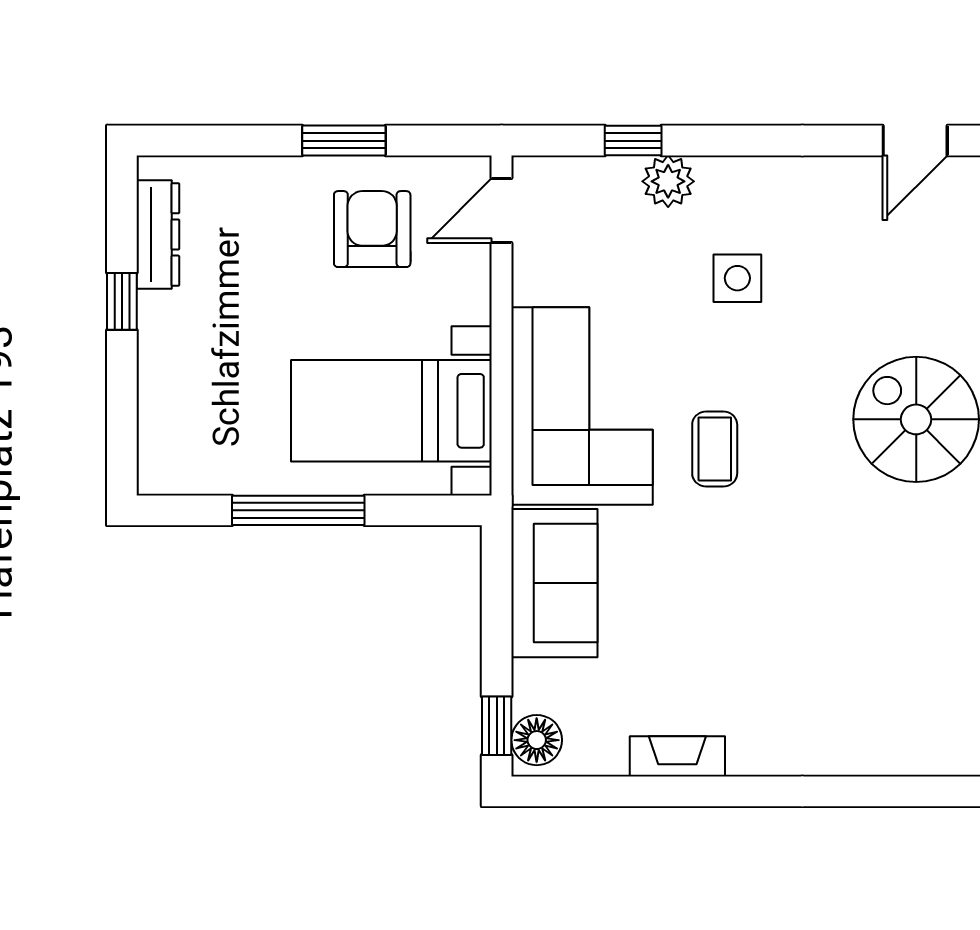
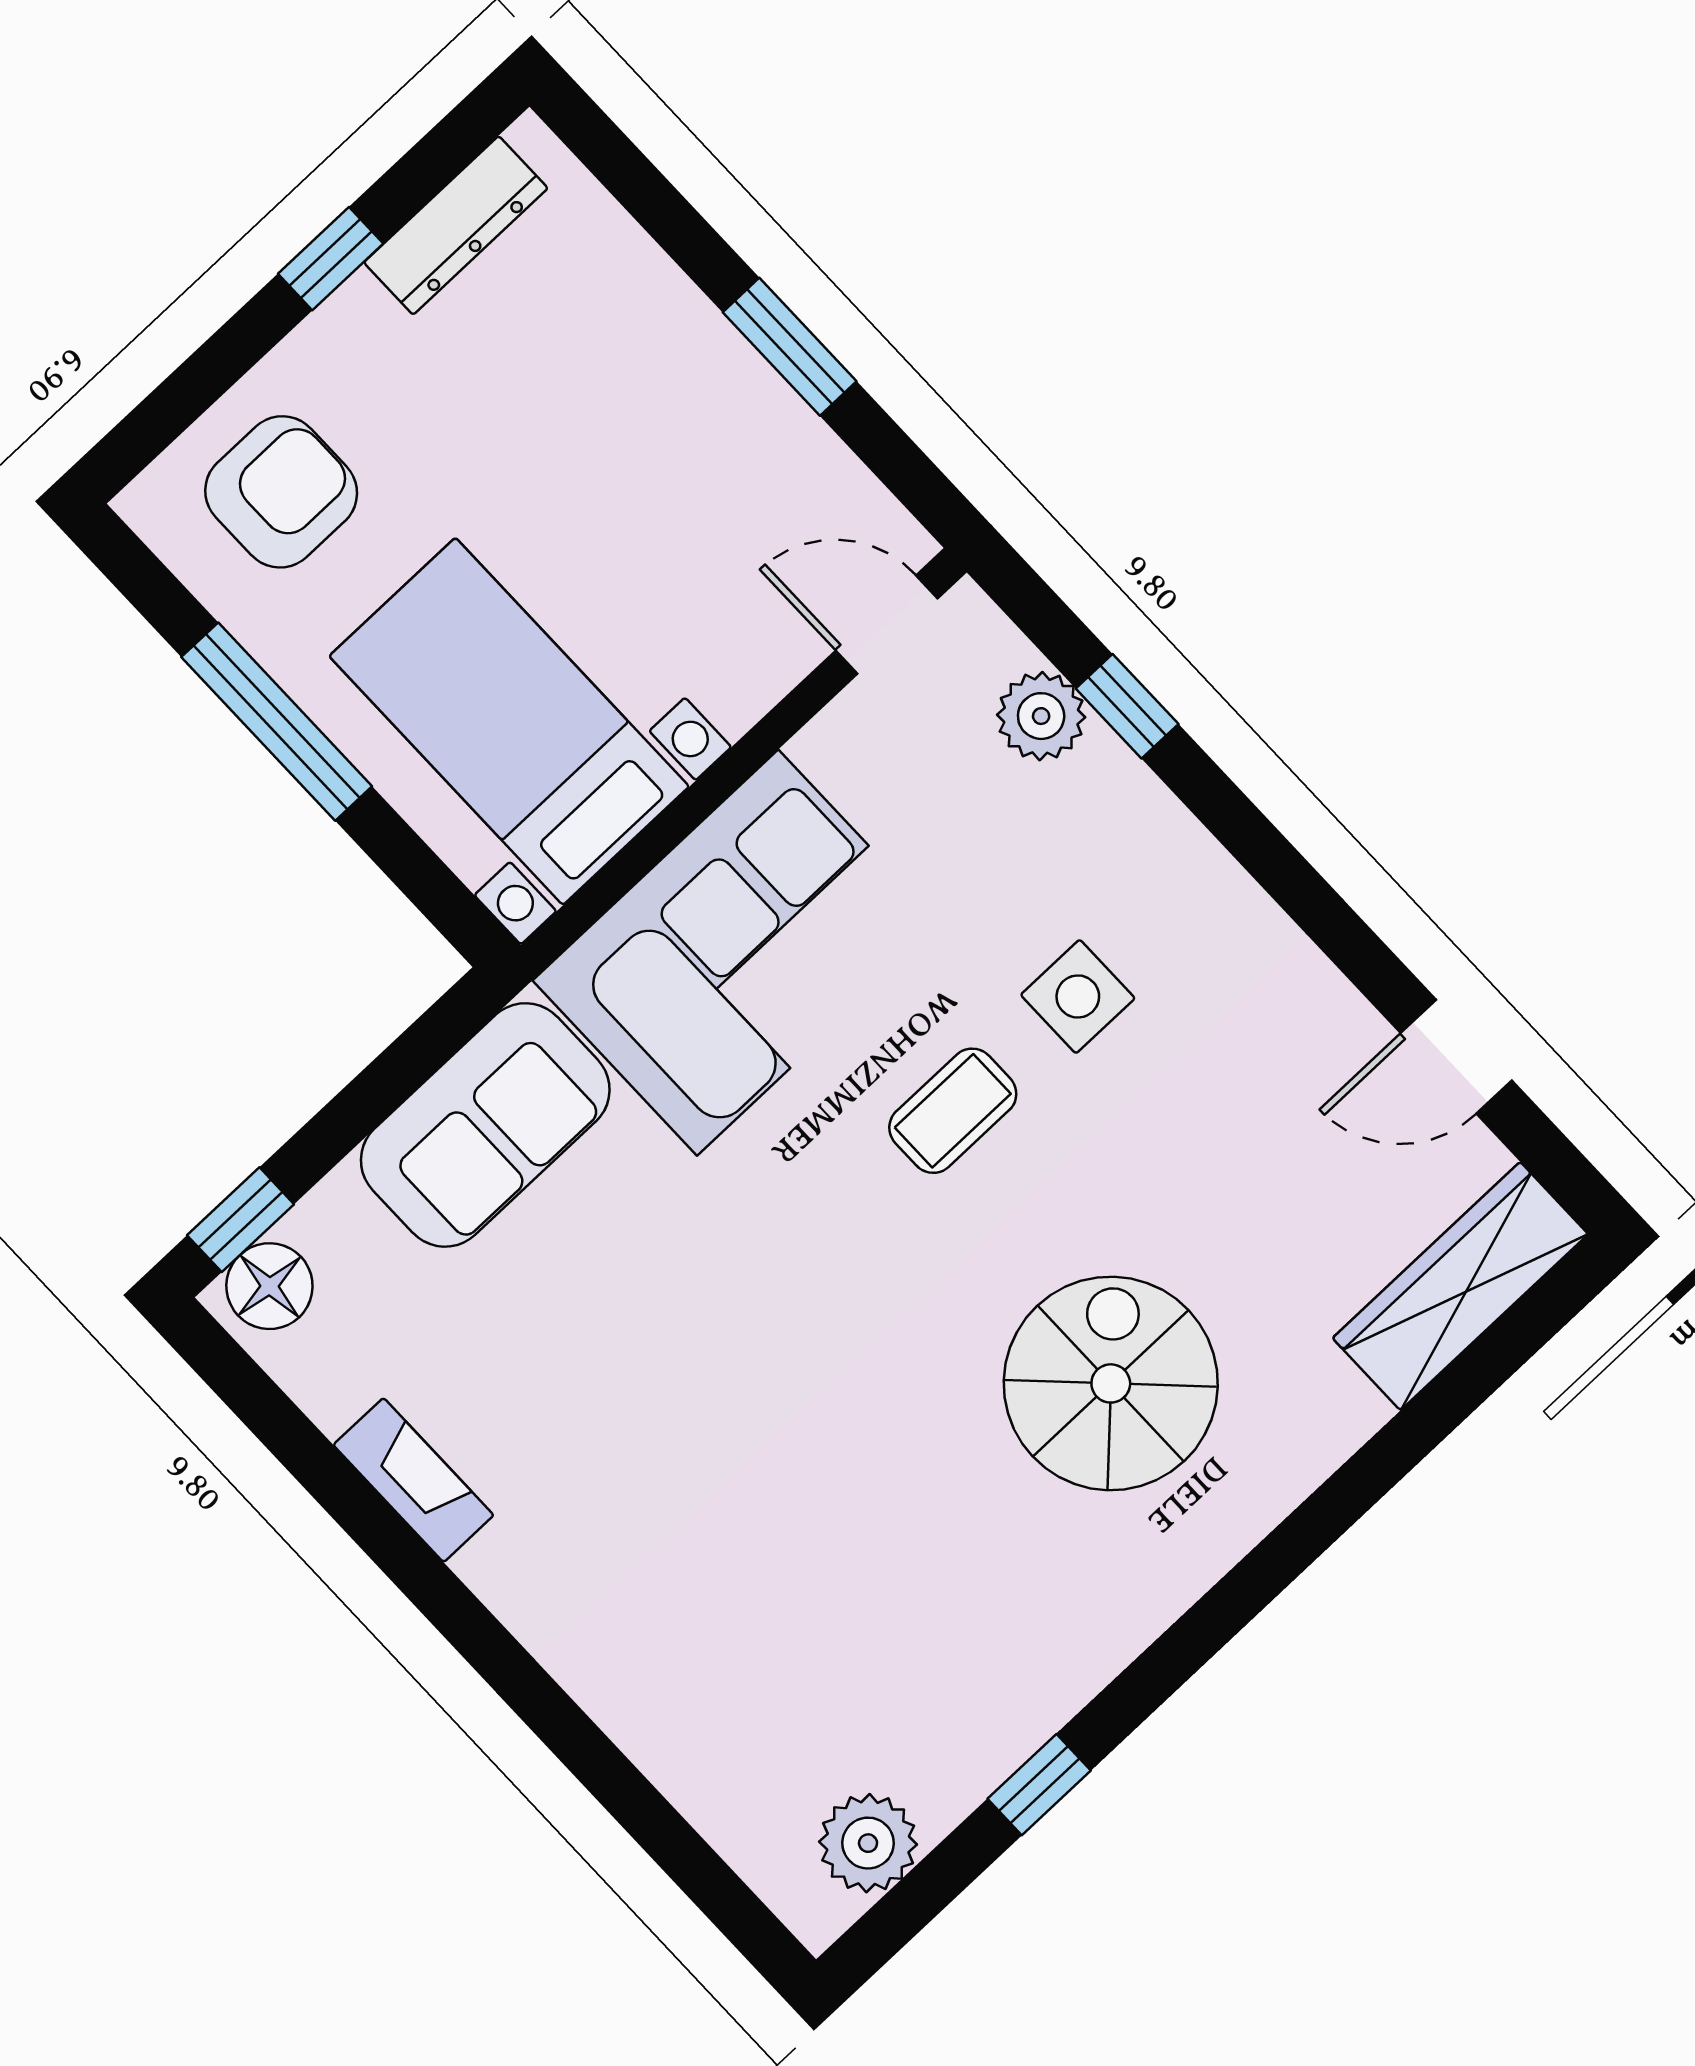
plant: (668, 181) -> (1041, 716), moved
armchair: (372, 229) -> (281, 492), moved
coffee table: (715, 449) -> (953, 1111), moved

